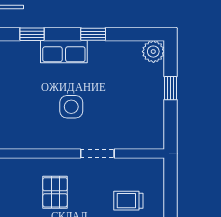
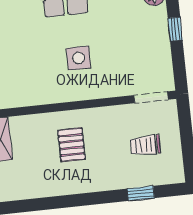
doorway: (97, 154) -> (151, 97), moved

